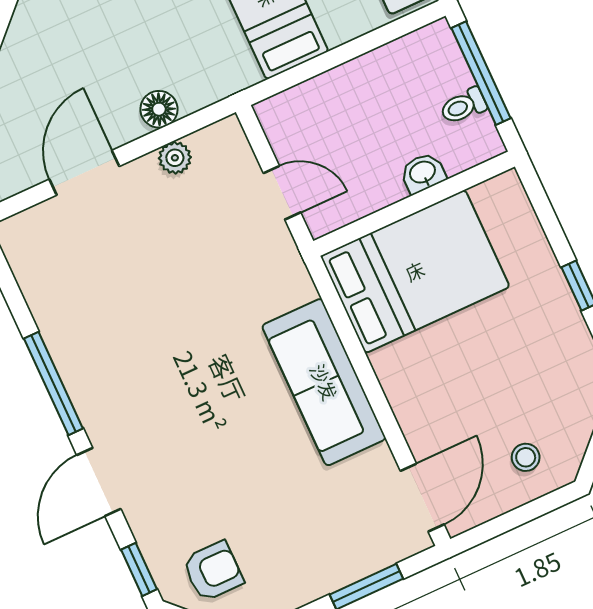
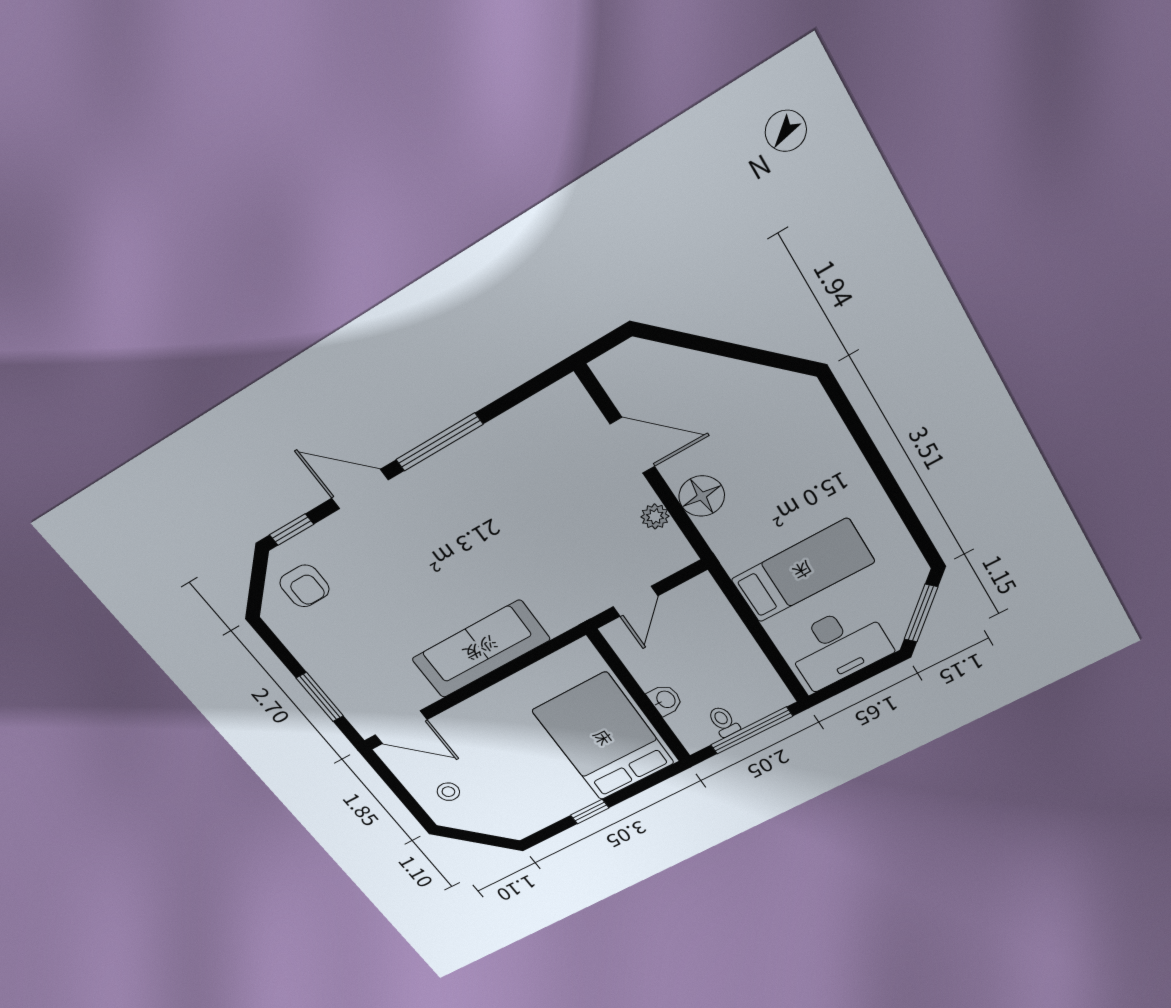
floor lamp: (159, 109) -> (702, 496), width x1.38, depth x1.38
bed: (415, 271) -> (604, 737), moved, turned 180

